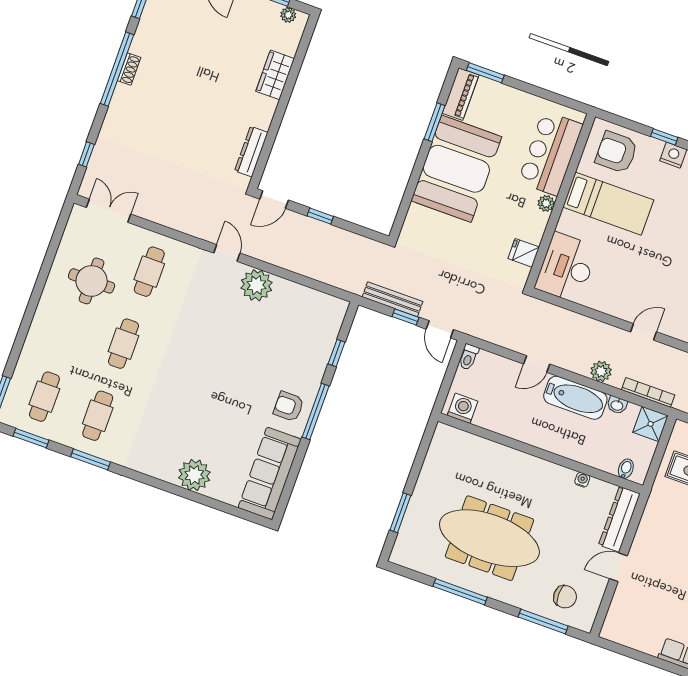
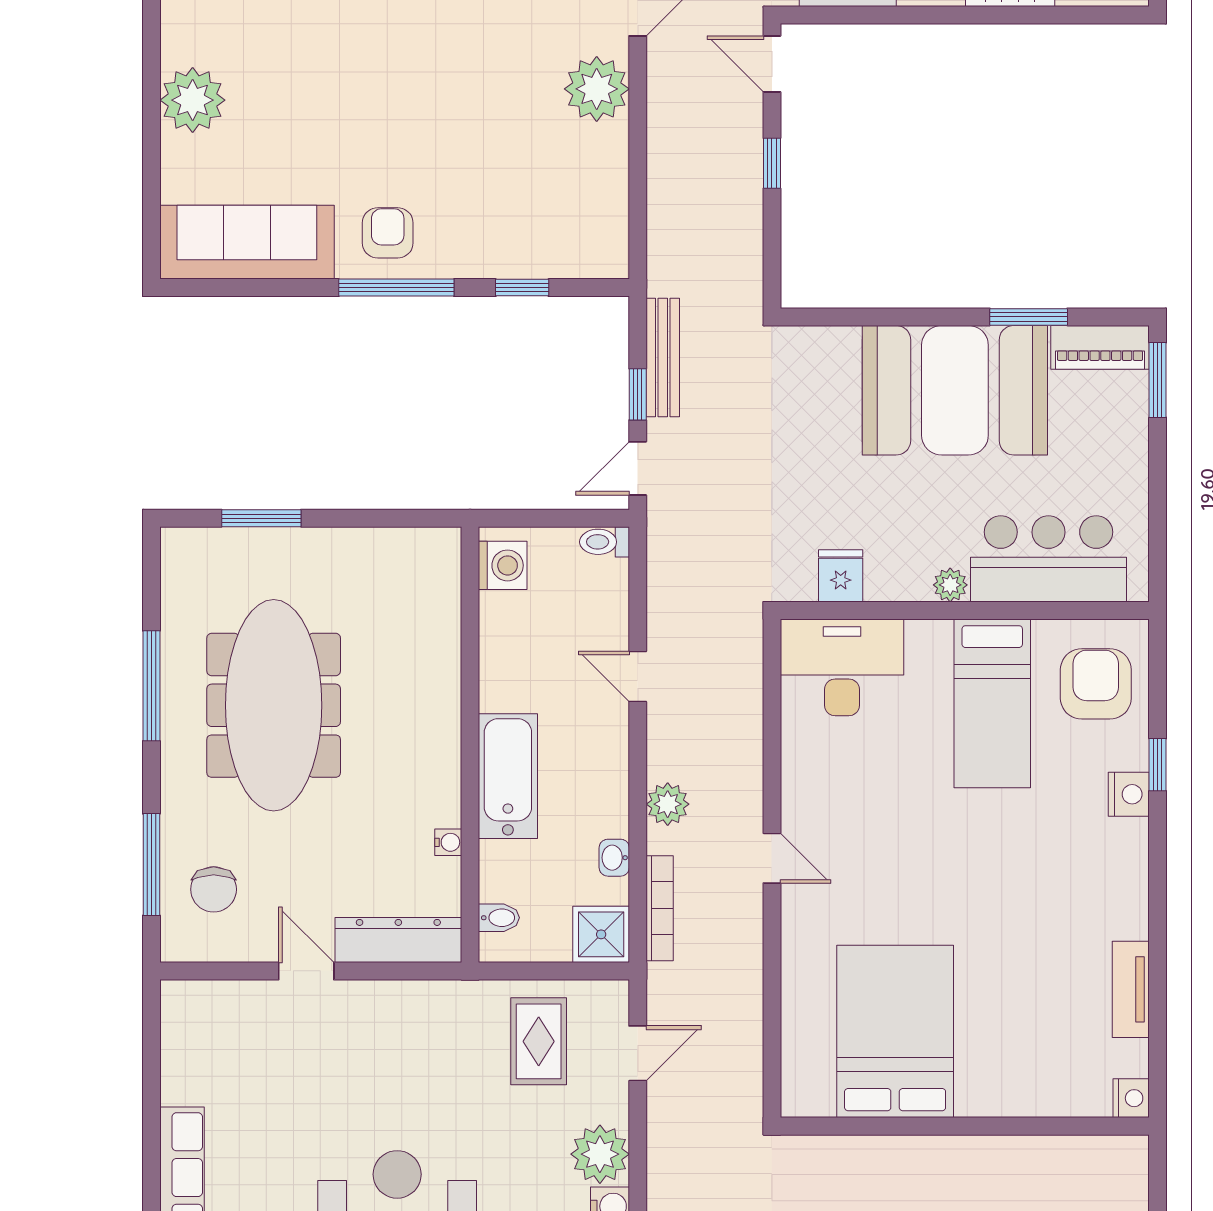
bathtub: (575, 398) -> (508, 776), moved, turned 180

